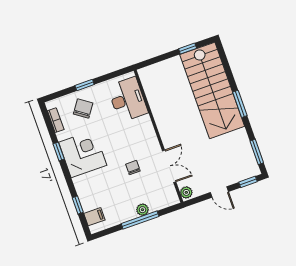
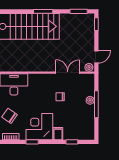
door: (219, 192) -> (96, 57), moved
filing cabinet: (94, 217) -> (58, 134), moved

